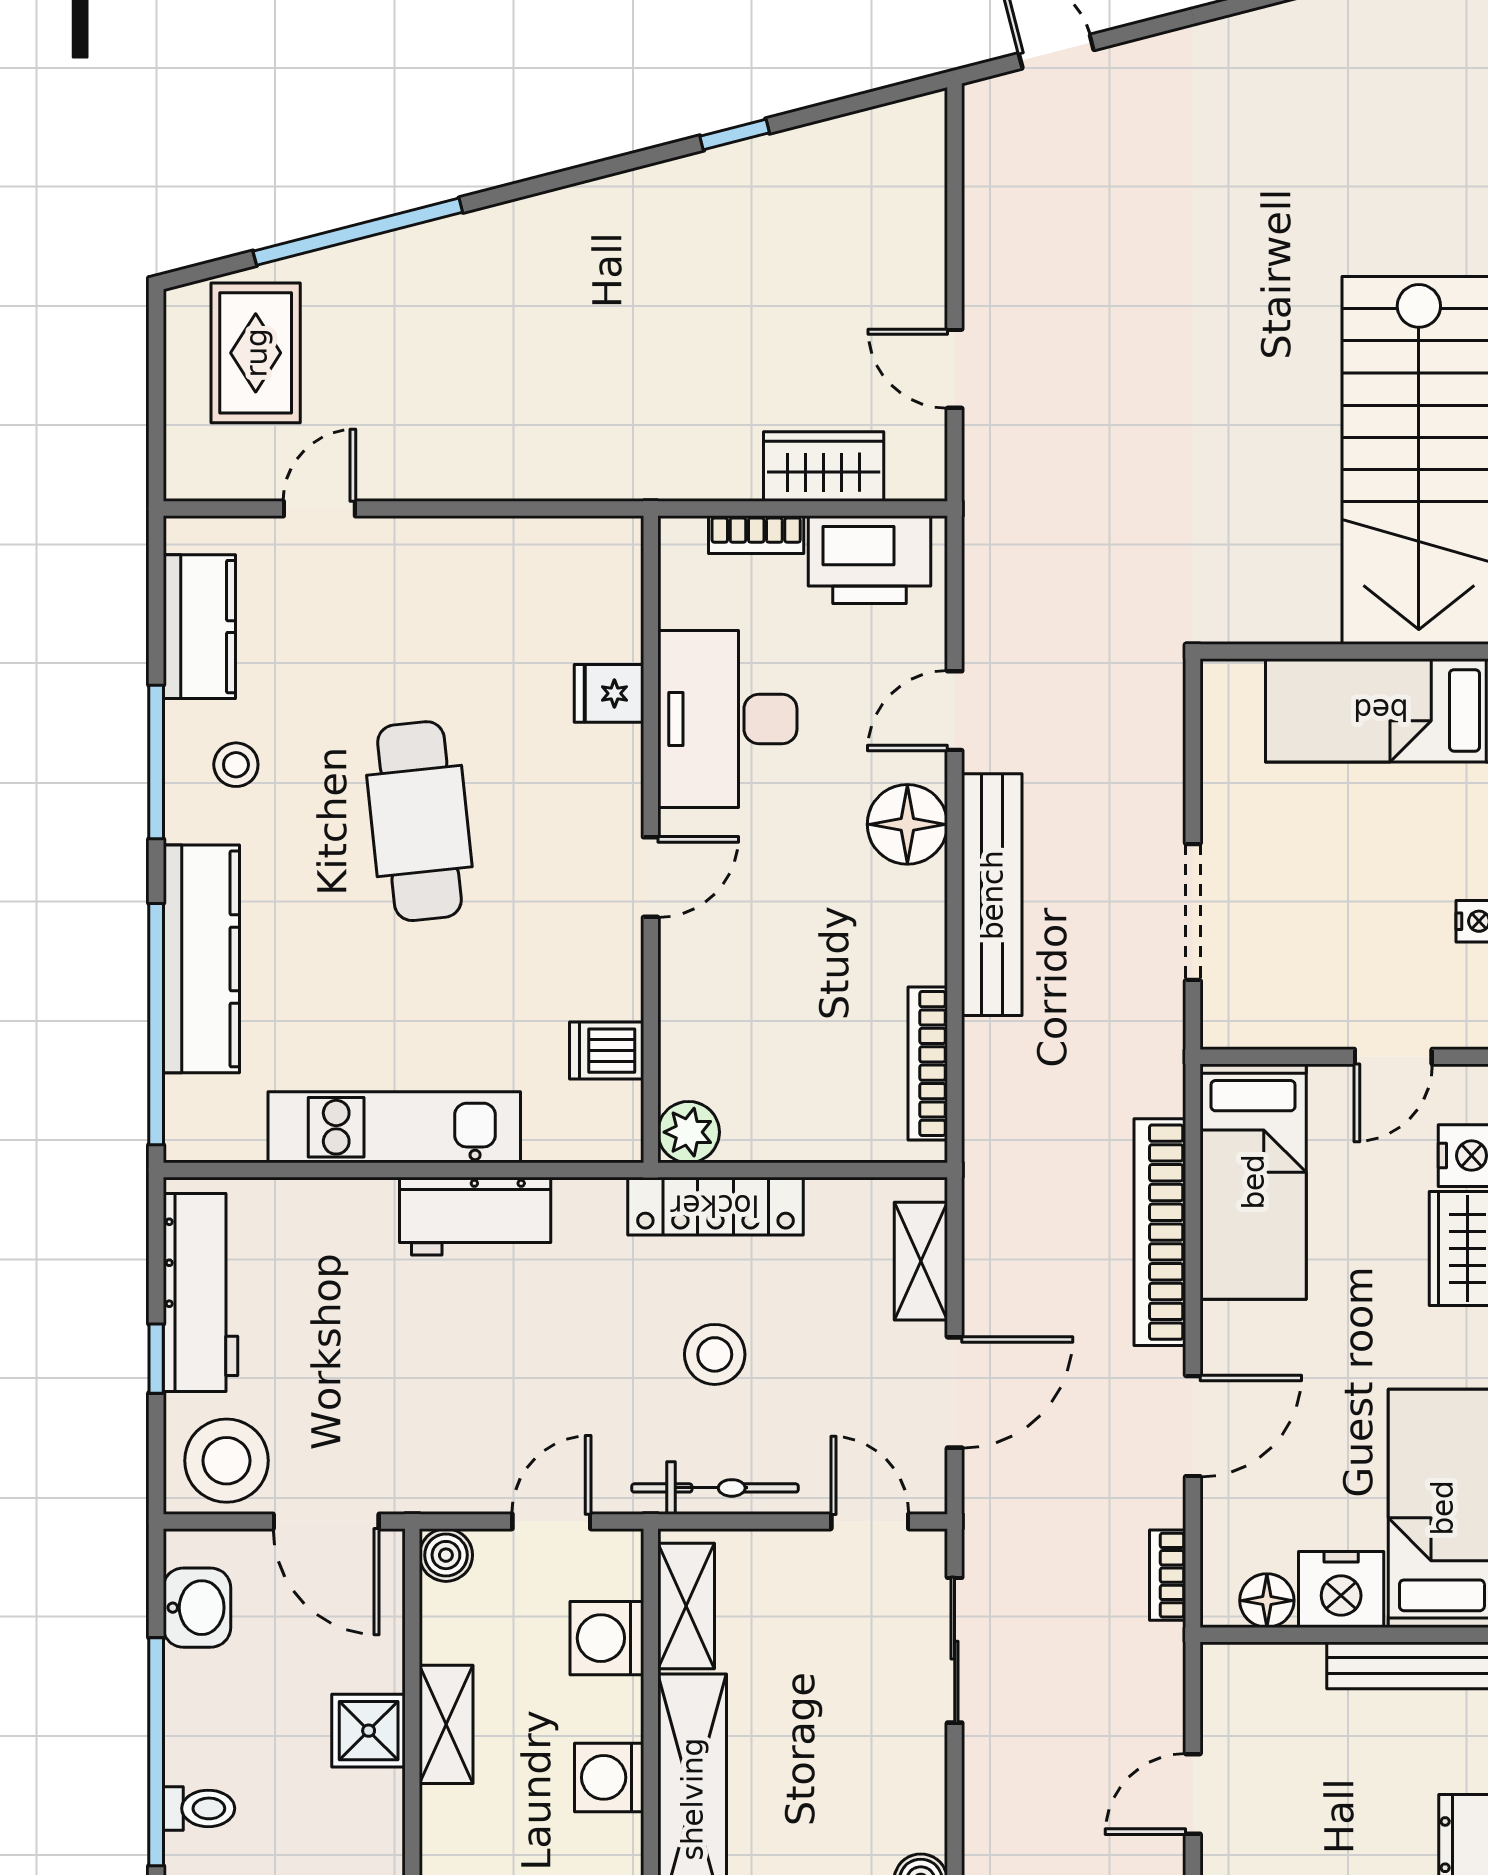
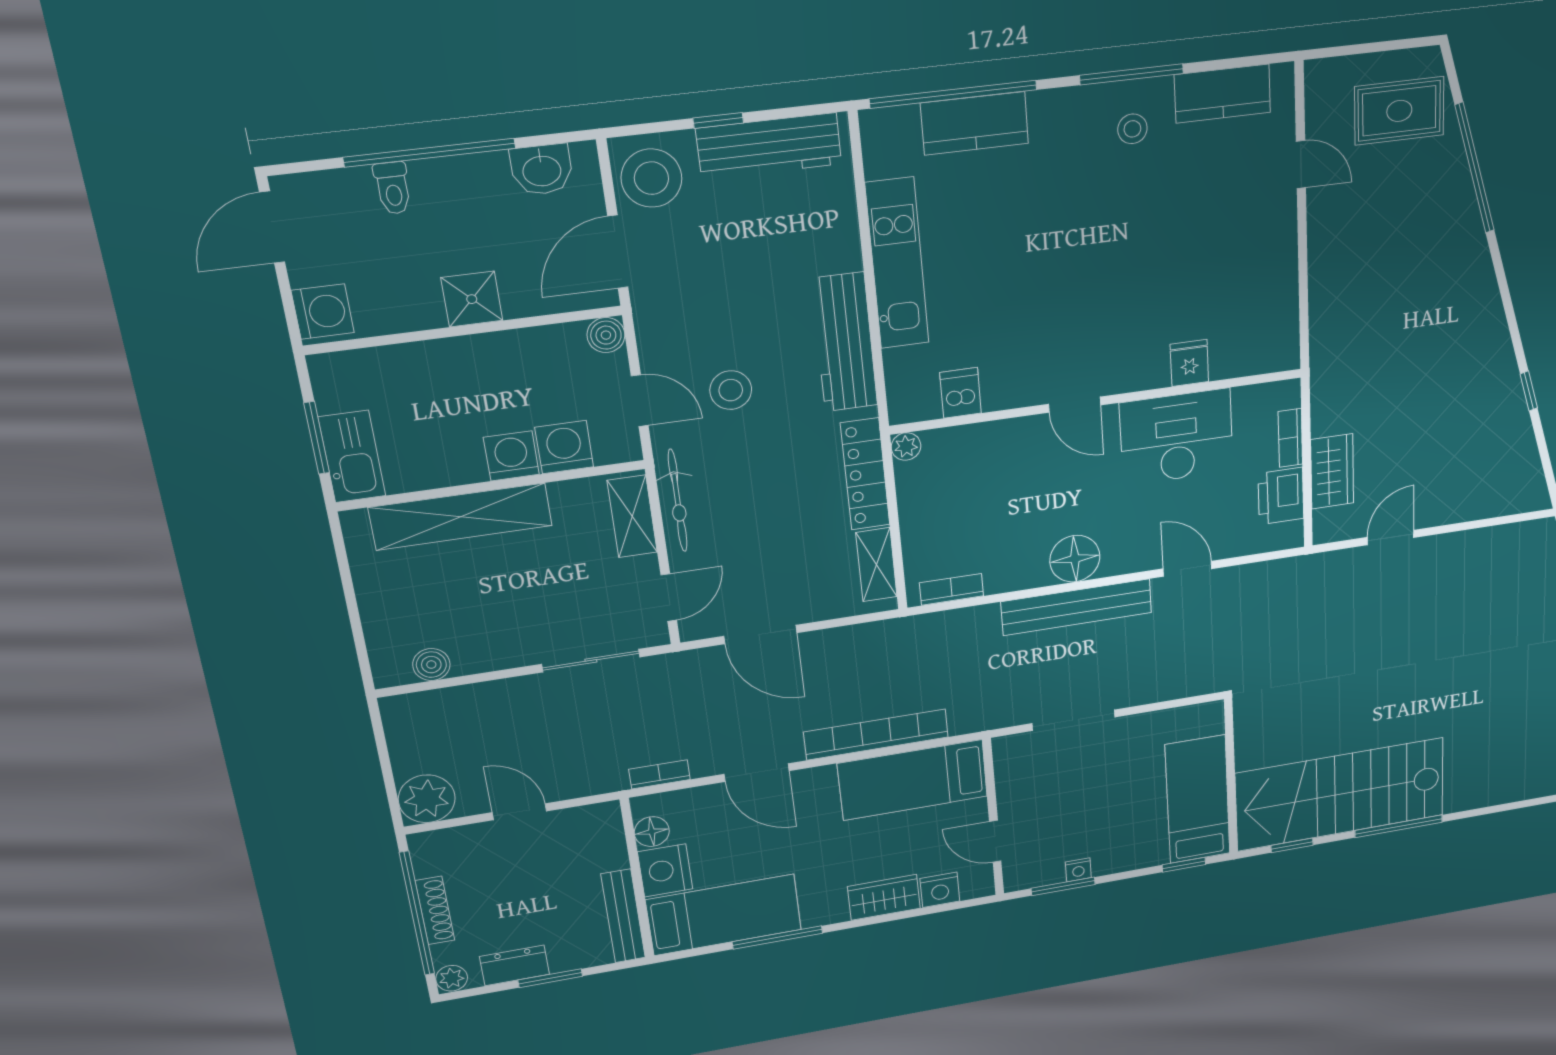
printer: (869, 560) -> (1281, 496), width x0.73, depth x0.84
cafe table: (419, 821) -> (1102, 254), removed
floor lamp: (907, 824) -> (1075, 559), moved
kitchen counter: (201, 959) -> (975, 123), width x0.67
bookcase: (928, 1063) -> (952, 589), width x0.64
plant: (689, 1132) -> (906, 446), width x0.73, depth x0.73
workbench: (475, 1216) -> (844, 342), width x1.38
shelving: (921, 1261) -> (876, 565), moved, turned 90
stool: (715, 1354) -> (731, 390), moved
shelving: (686, 1606) -> (632, 516), moved, turned 90
shelving: (446, 1724) -> (485, 351), removed
washing machine: (609, 1777) -> (511, 456), moved

